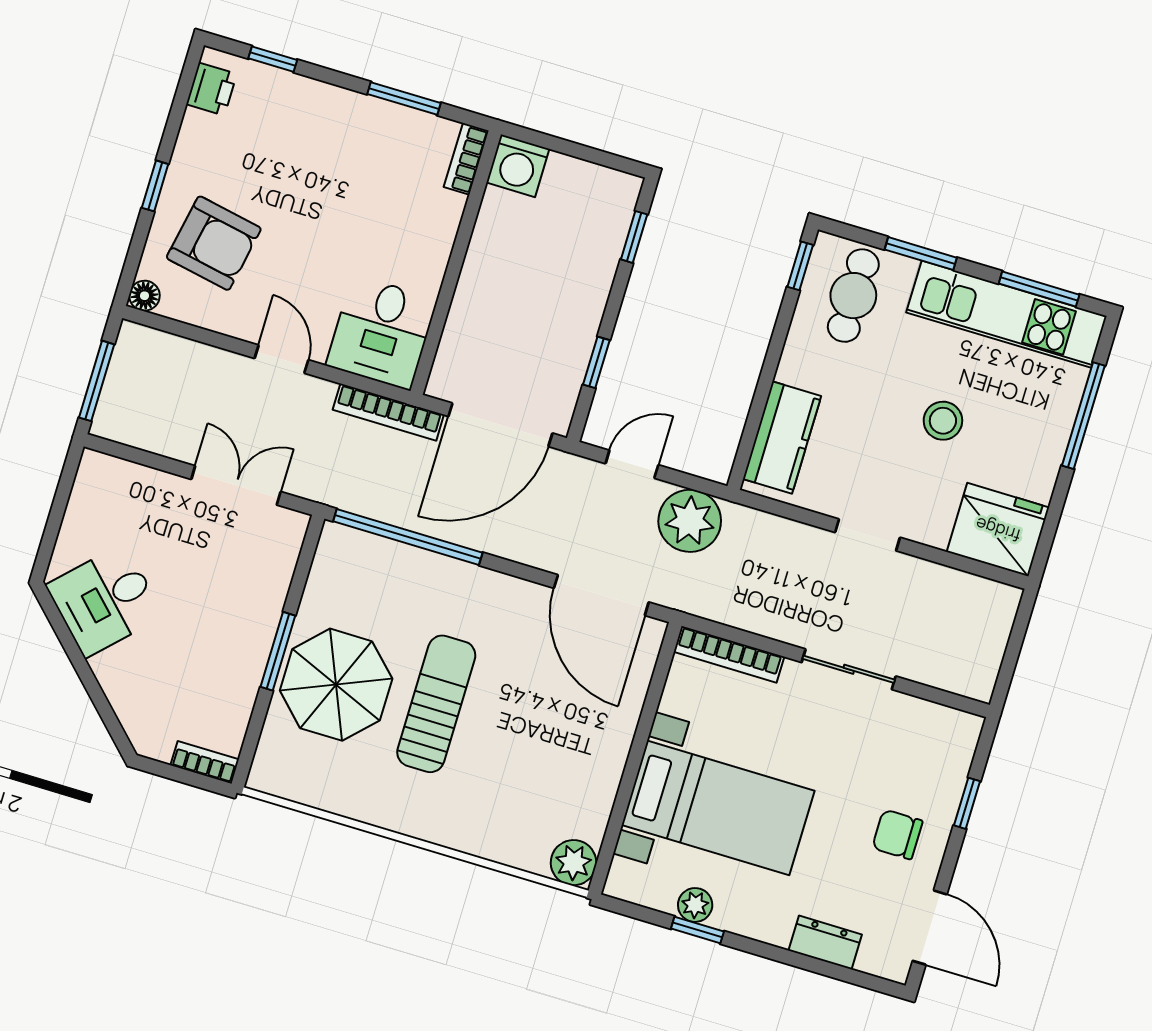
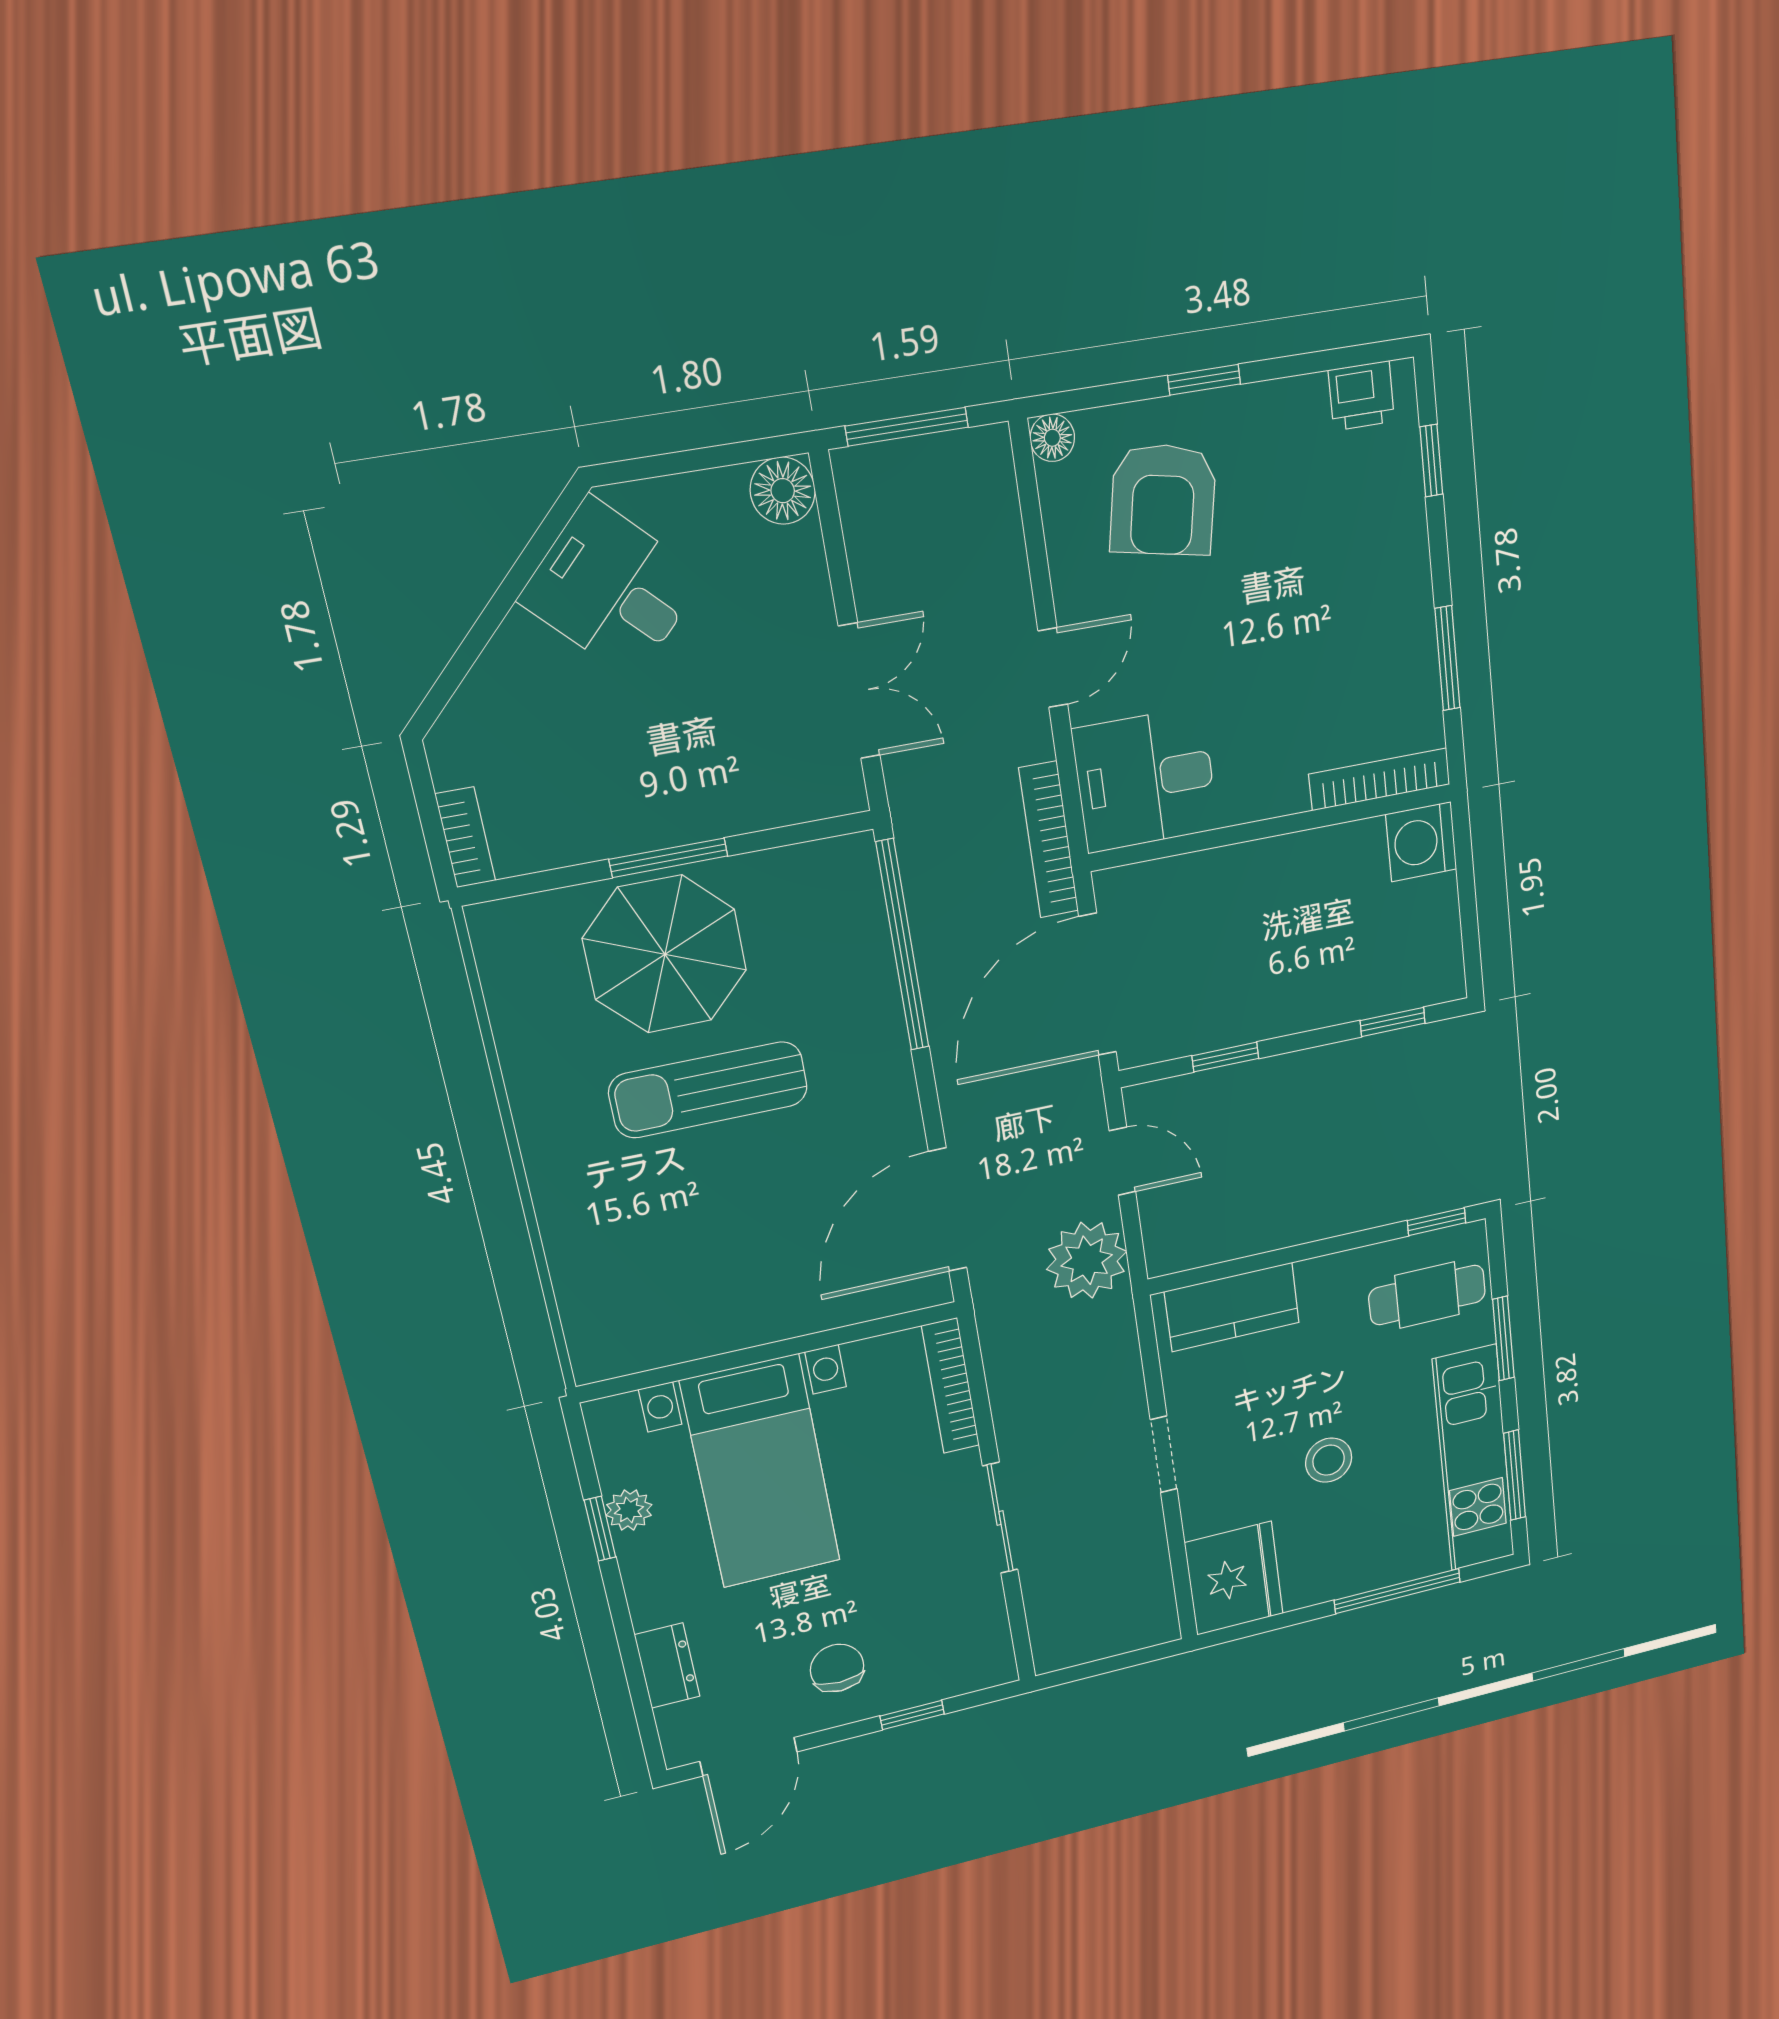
bookcase: (466, 159) -> (1380, 779), width x1.56
door: (500, 425) -> (1098, 985), hinge flipped
floor lamp: (98, 473) -> (783, 491), added
sun lounger: (436, 704) -> (709, 1090), turned 180
plant: (574, 863) -> (600, 1352), removed

